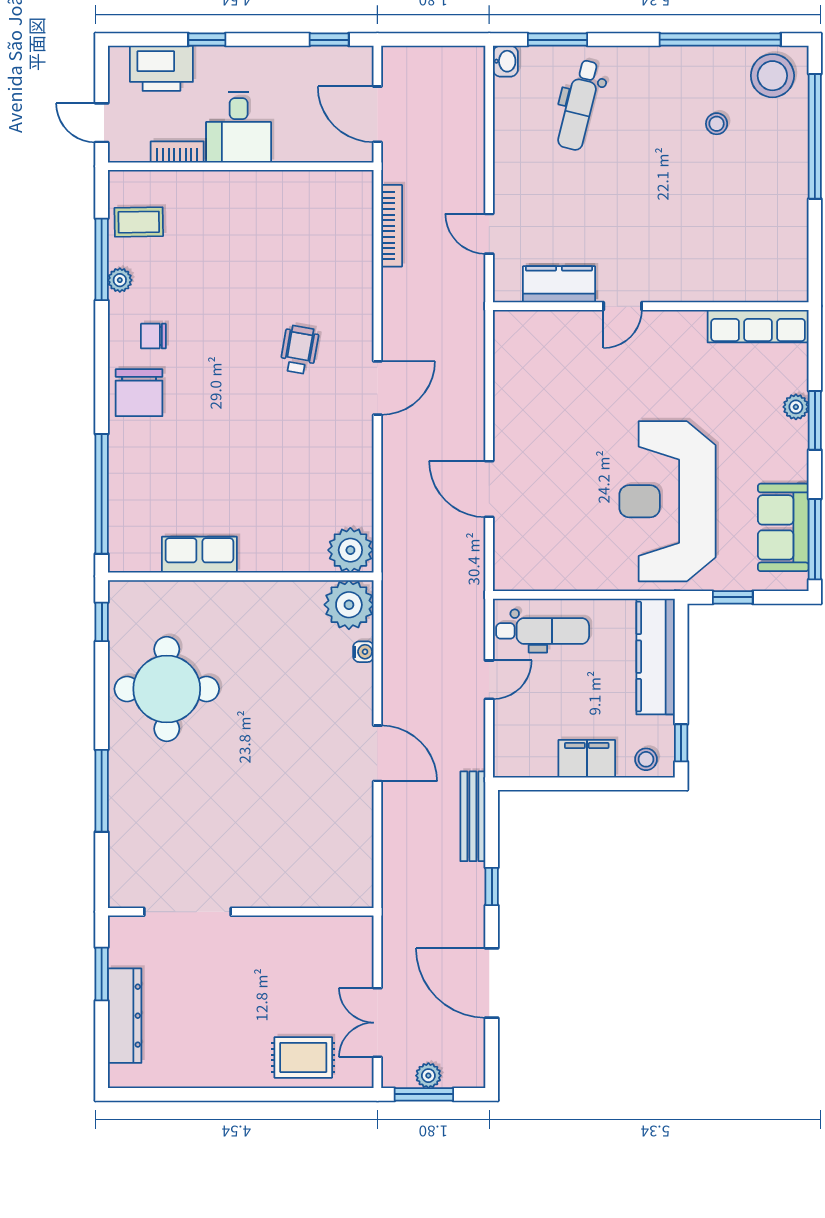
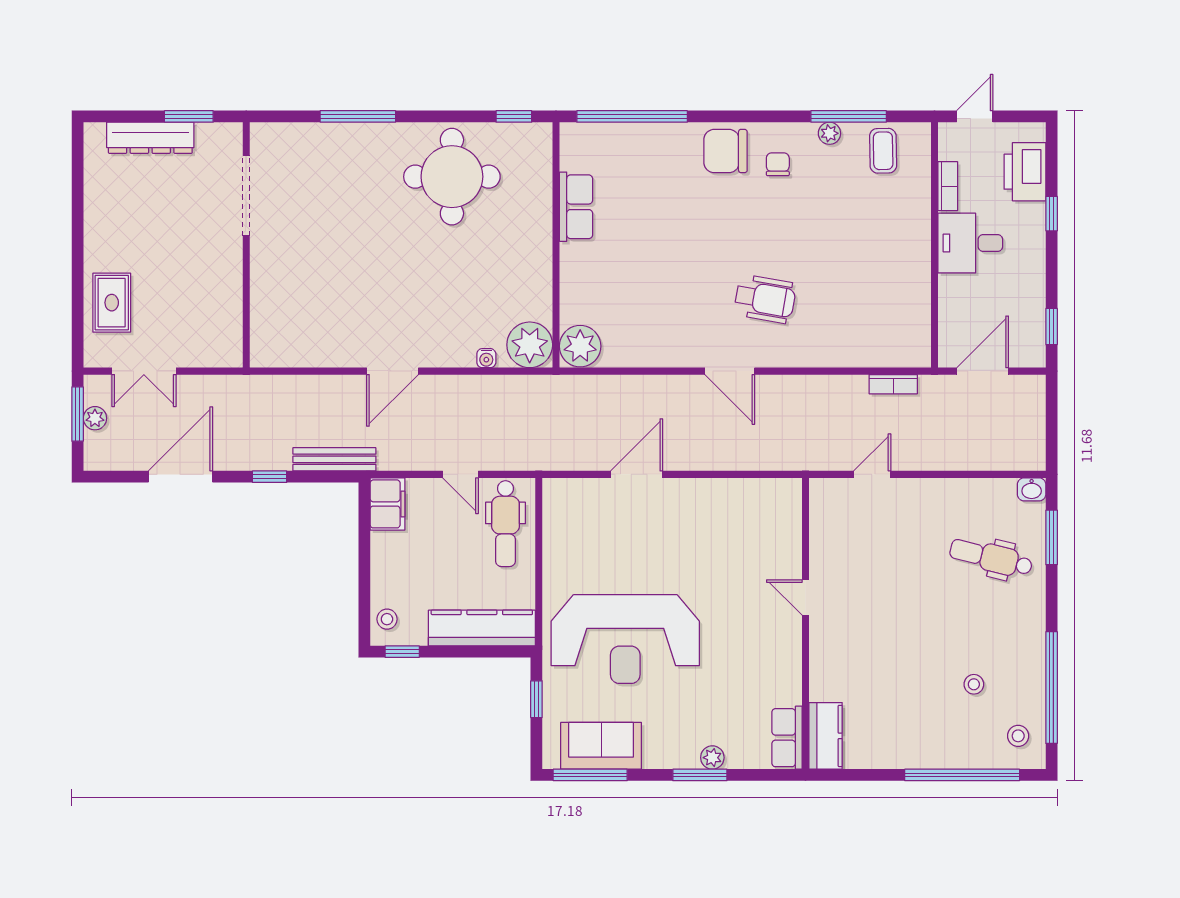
stool: (772, 76) -> (1018, 736), width x0.53, depth x0.53
bookcase: (392, 226) -> (893, 384), width x0.64
kitchen counter: (559, 284) -> (826, 736), moved
row of seats: (758, 326) -> (787, 738), width x0.68
wheelchair: (299, 350) -> (765, 299), width x1.36, depth x1.37
reception desk: (668, 501) -> (625, 639), turned 180
filing cabinet: (587, 759) -> (388, 504), moved
double door: (377, 1023) -> (144, 371), swing flipped

